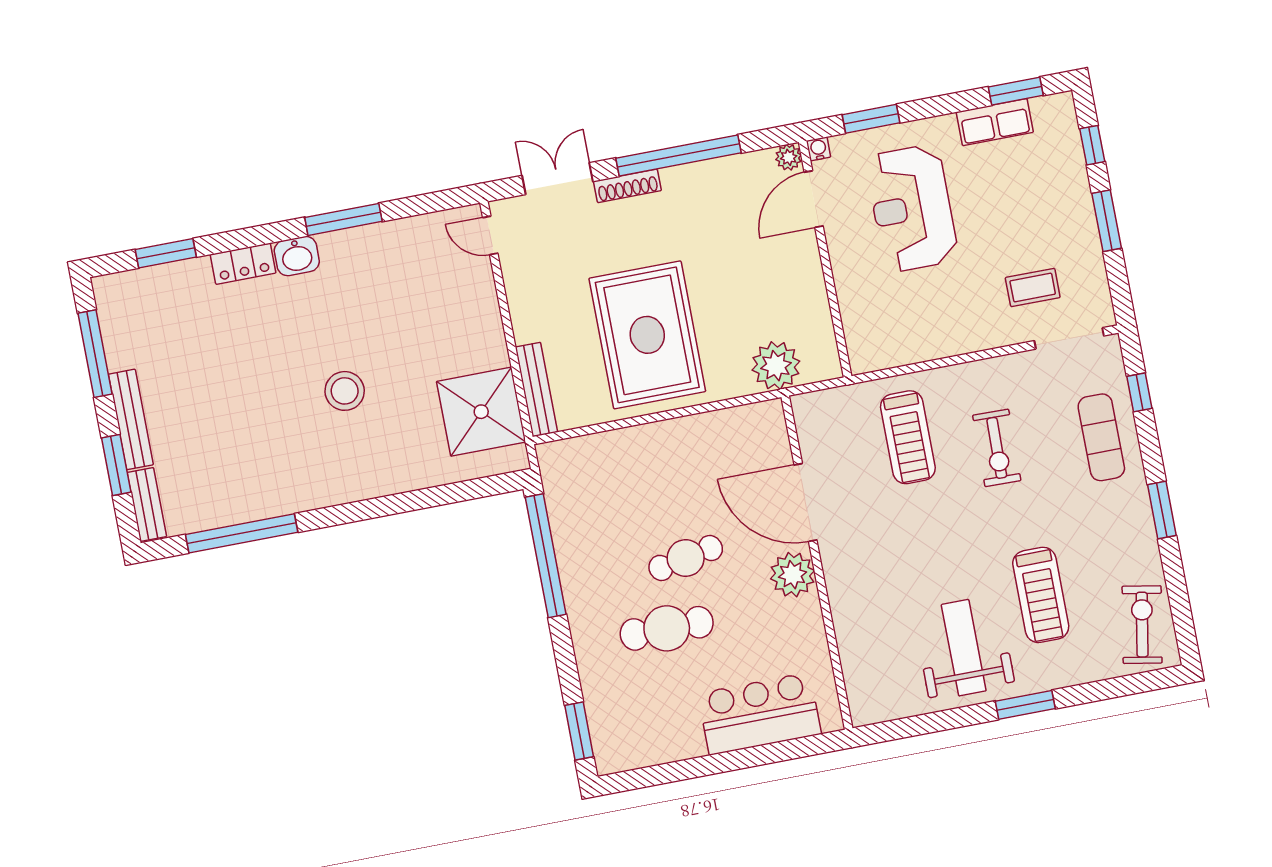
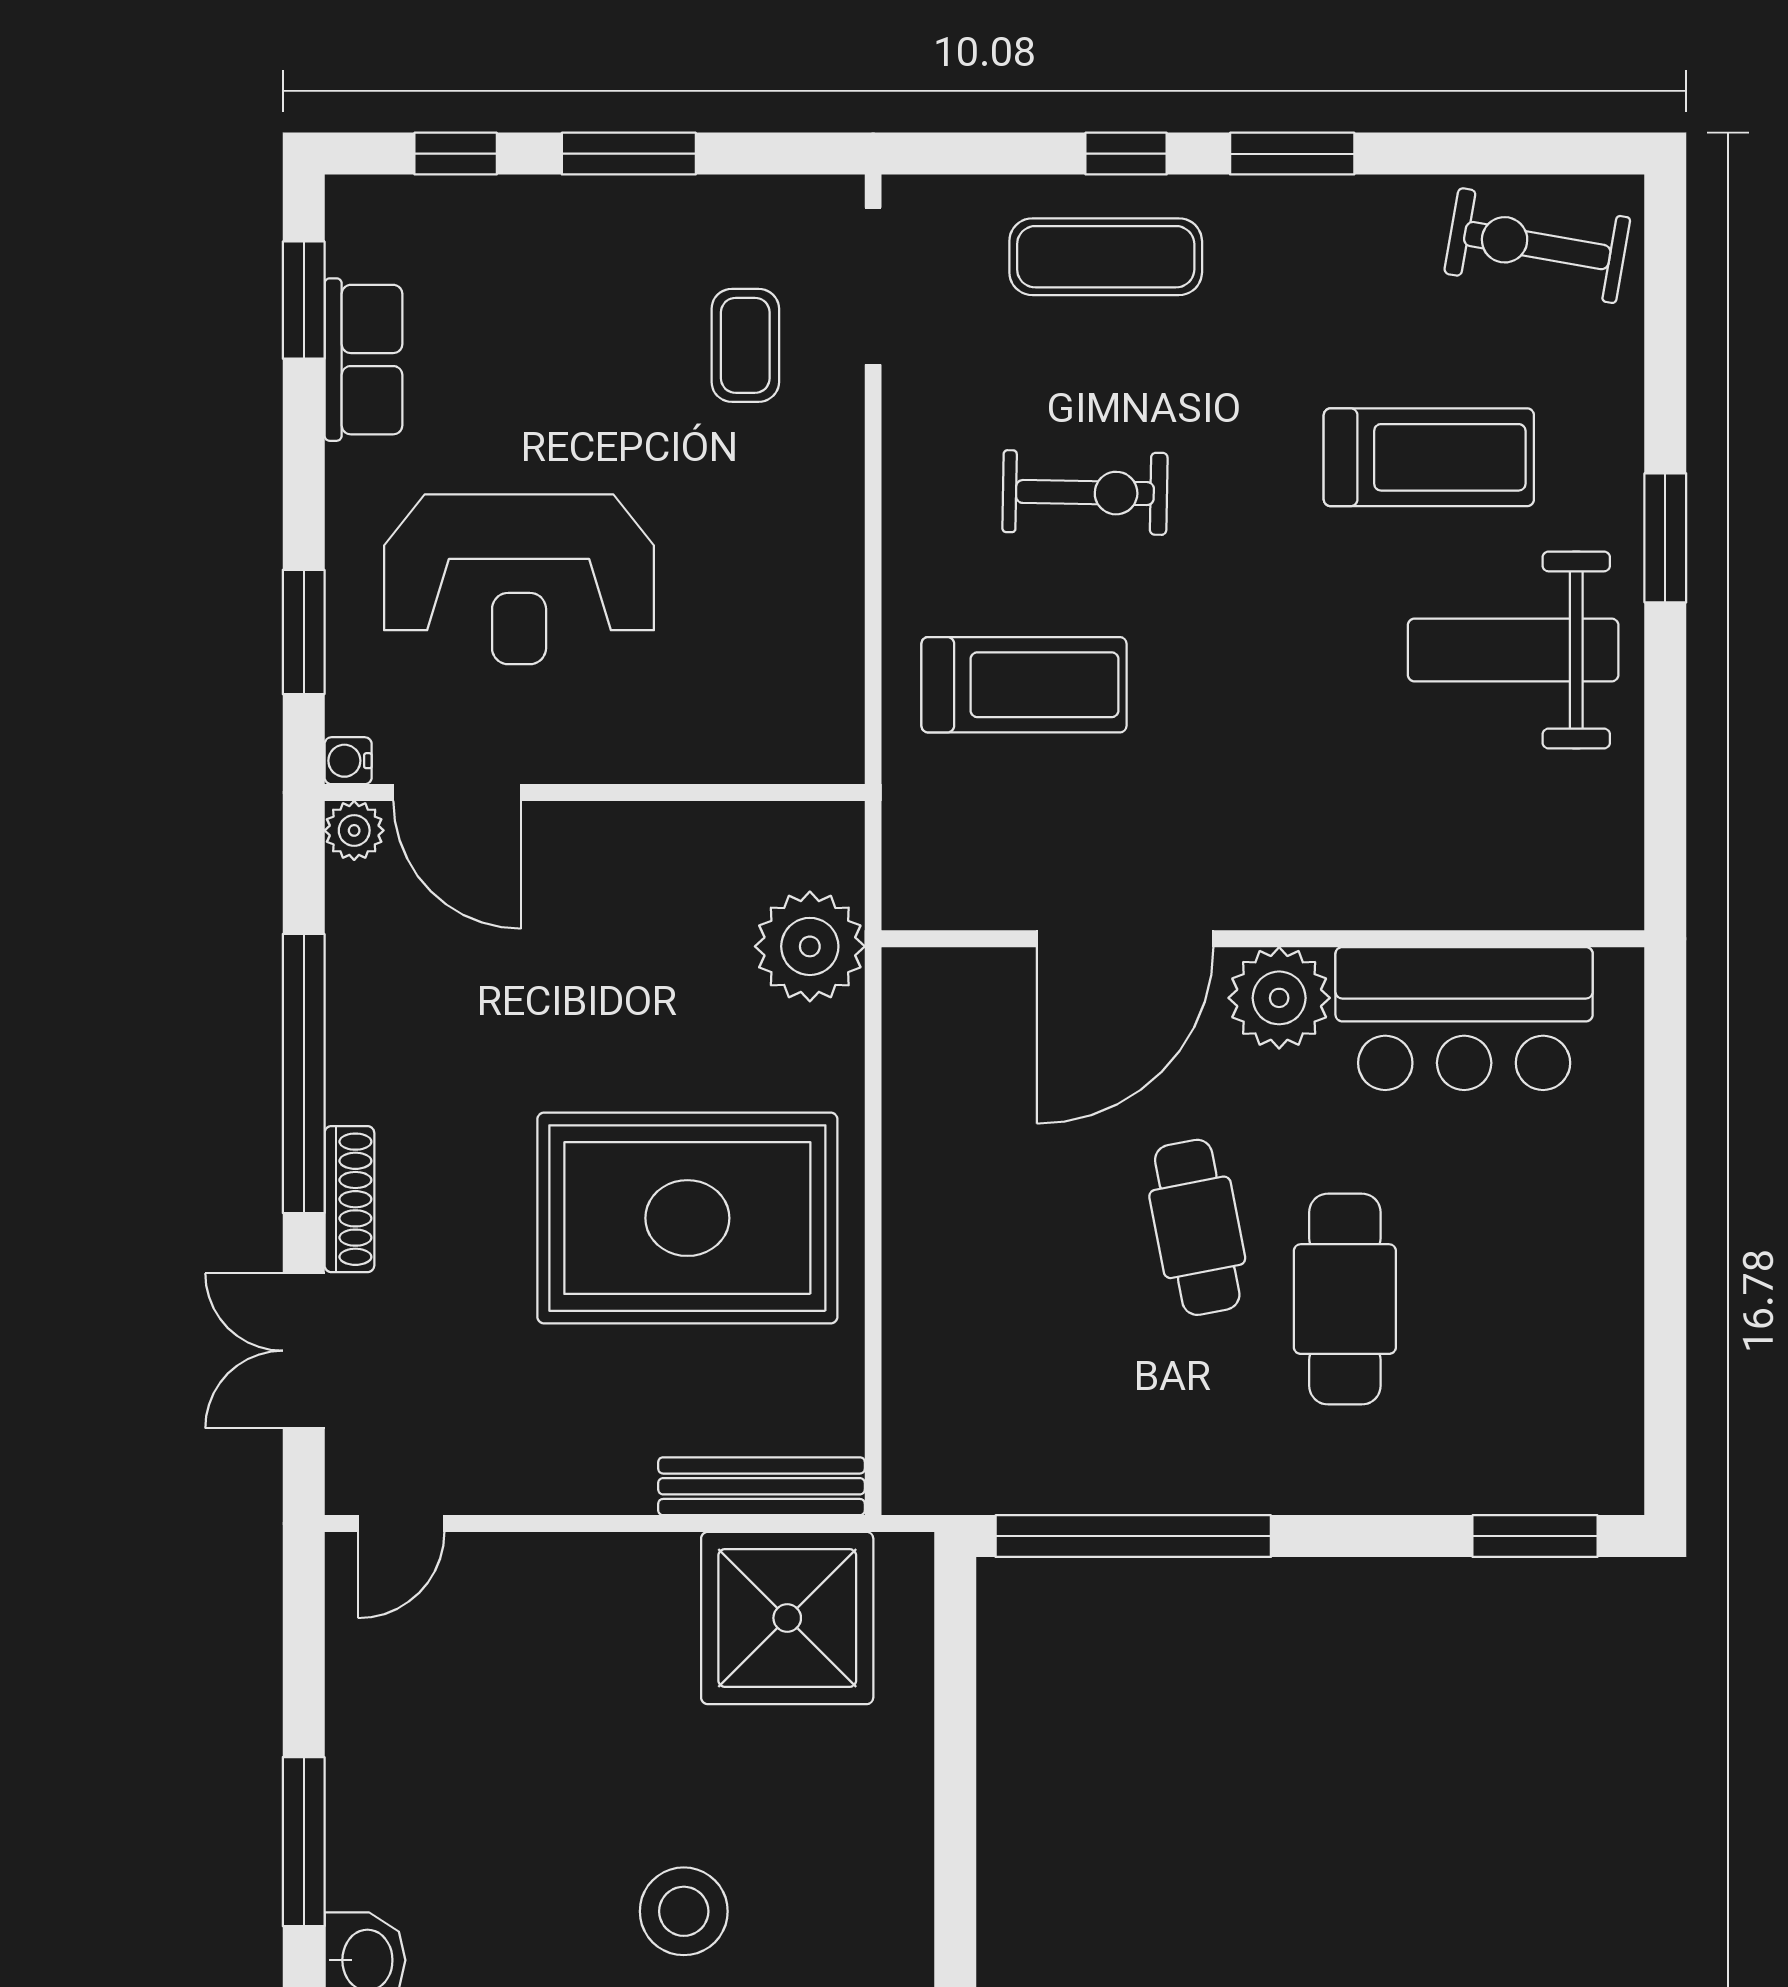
window: (1139, 392) -> (1126, 154), moved
bar counter: (760, 714) -> (1464, 1019), moved, turned -90

